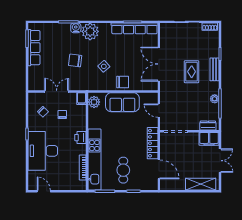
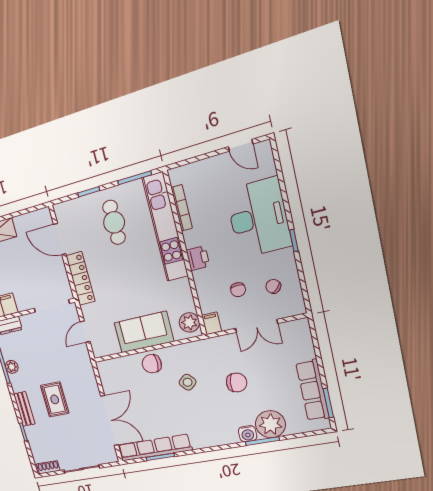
plant: (90, 31) -> (270, 424), moved
double door: (159, 64) -> (110, 421), moved
door: (159, 111) -> (85, 332), swing flipped

